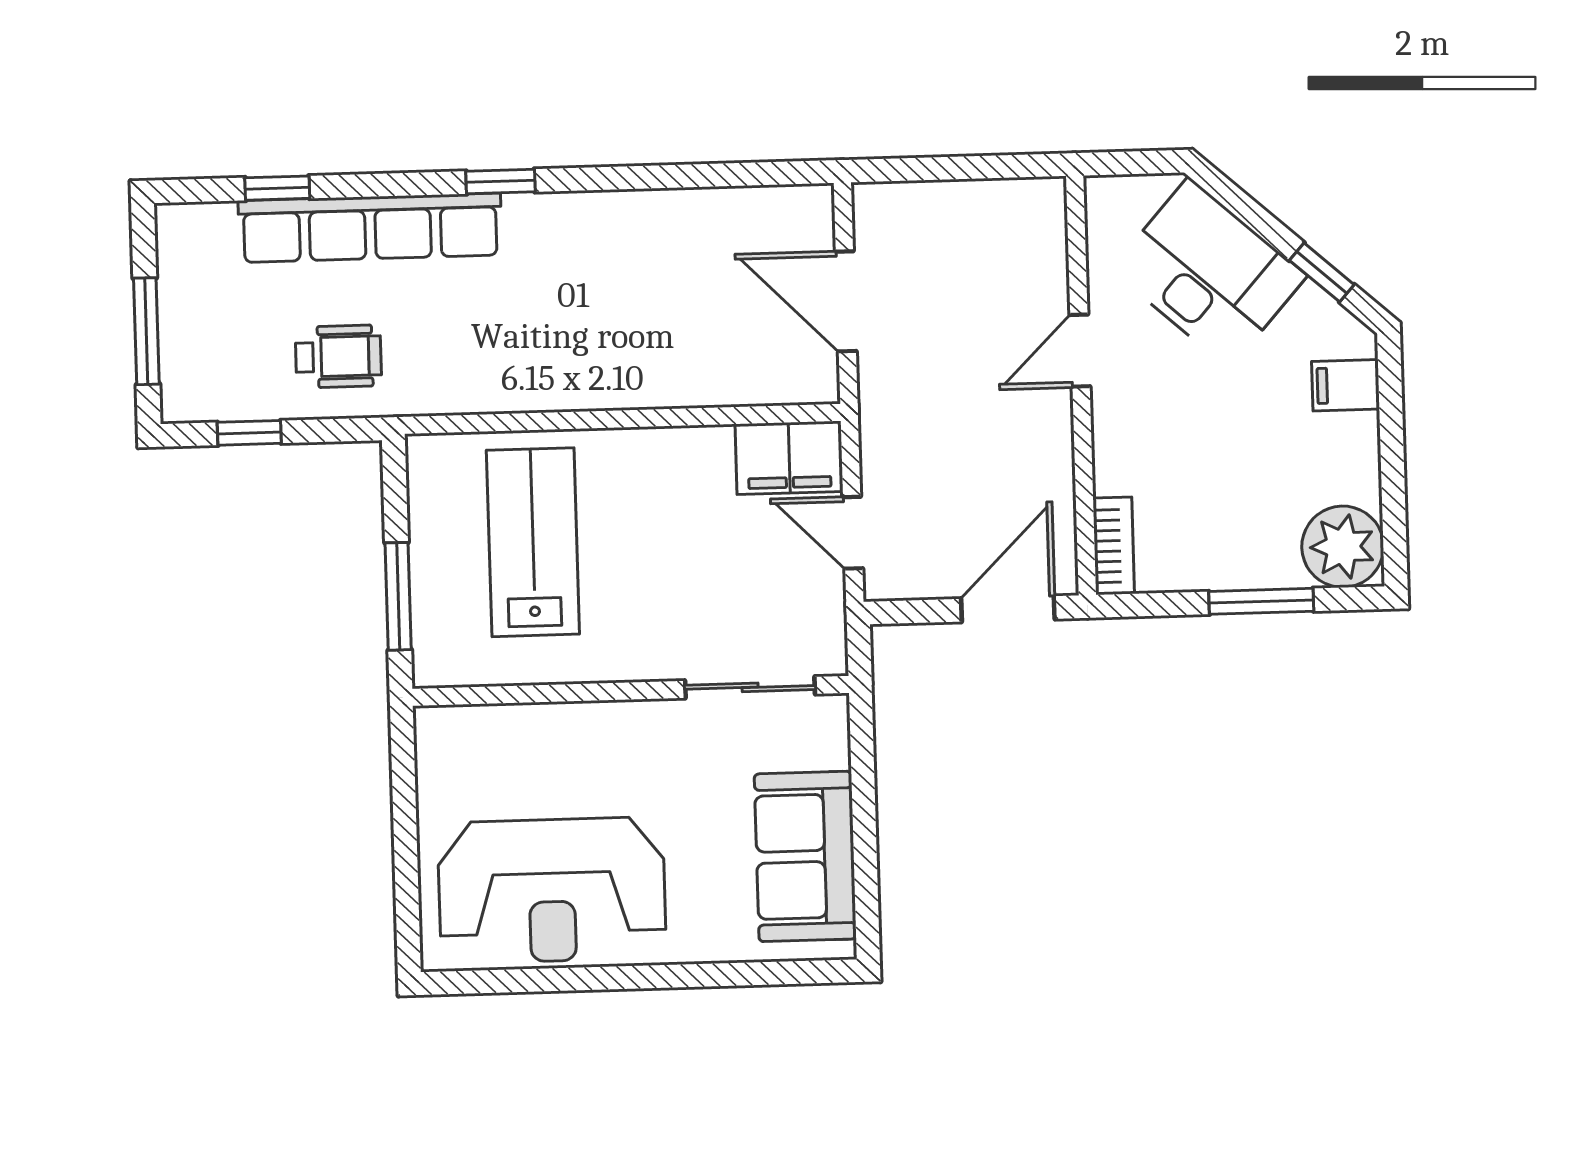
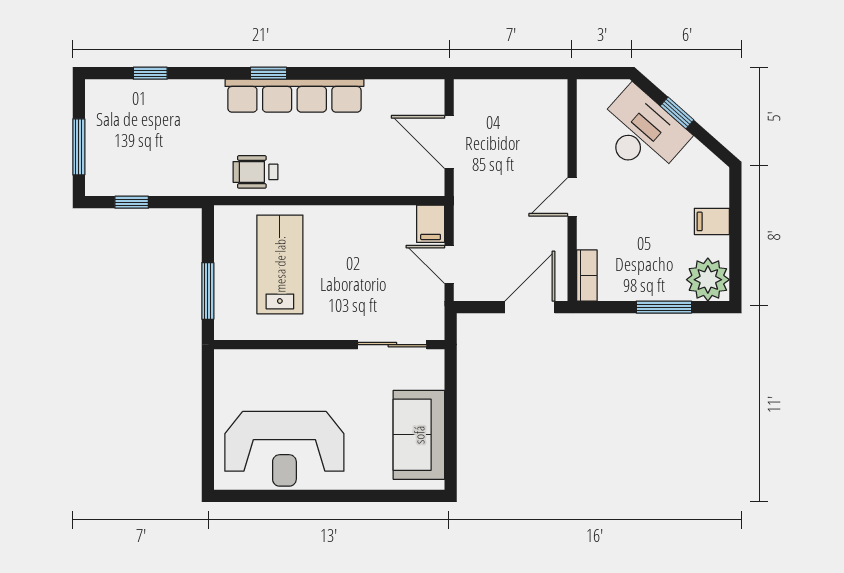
row of seats: (370, 228) -> (294, 96), moved
window: (1322, 272) -> (677, 113), moved
door: (1080, 351) -> (572, 197), moved
wheelchair: (338, 356) -> (255, 172), moved, turned 180
filing cabinet: (1346, 385) -> (712, 221), moved
filing cabinet: (789, 458) -> (431, 224), width x0.50

